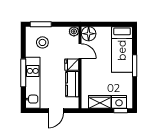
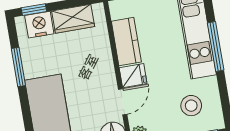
door: (80, 51) -> (123, 102), swing flipped
window: (135, 66) -> (18, 67), moved

